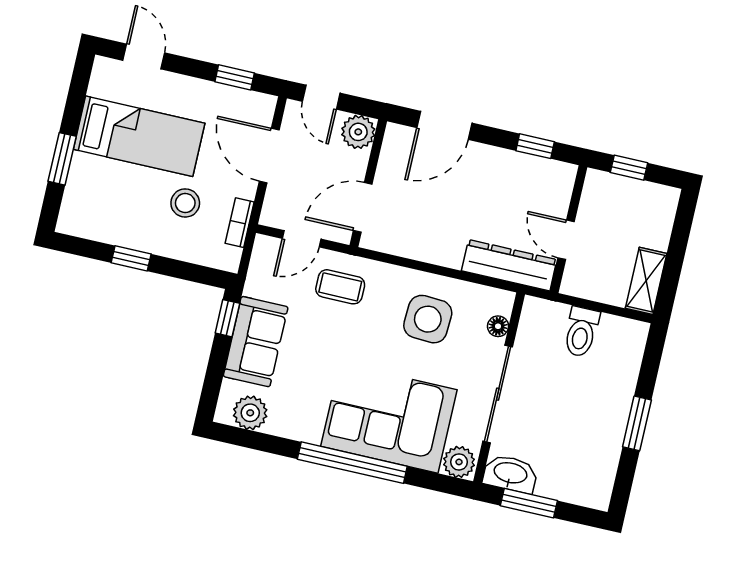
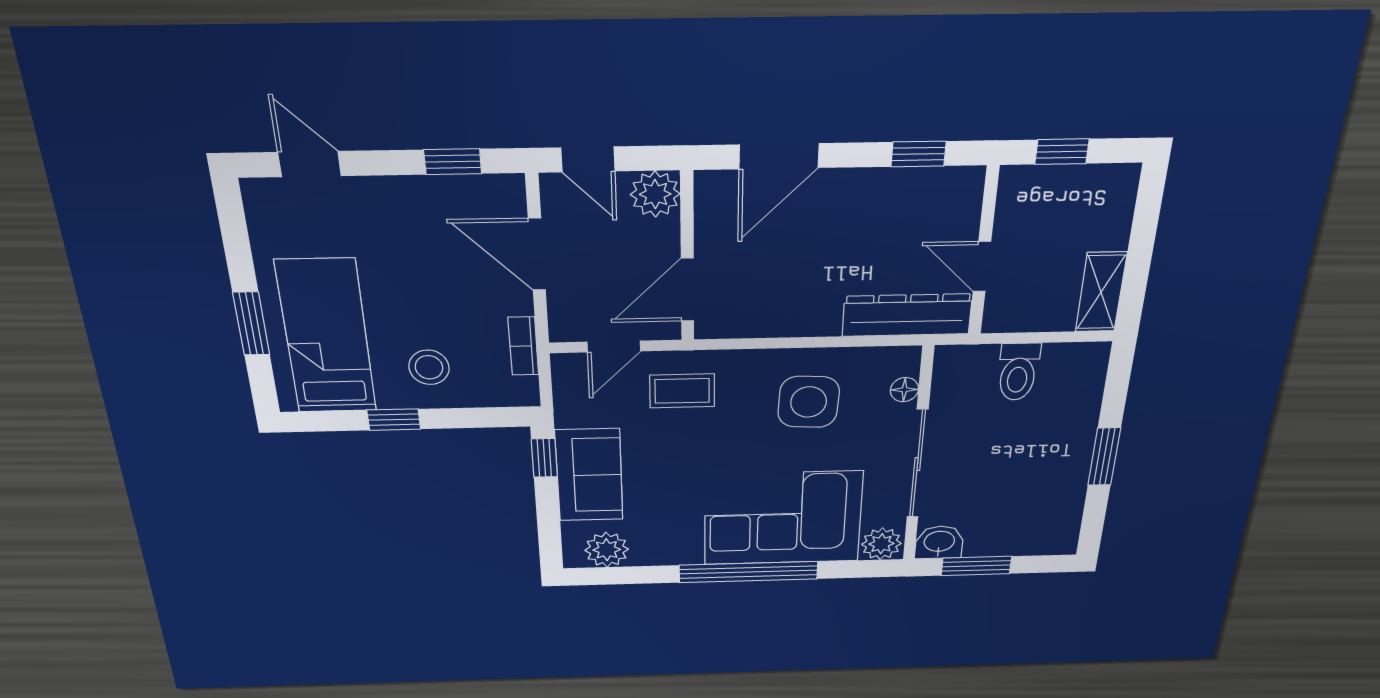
bed: (139, 136) -> (326, 337), moved, turned -90
stool: (185, 203) -> (429, 367), moved
washbasin: (510, 474) -> (939, 542), width x0.72

